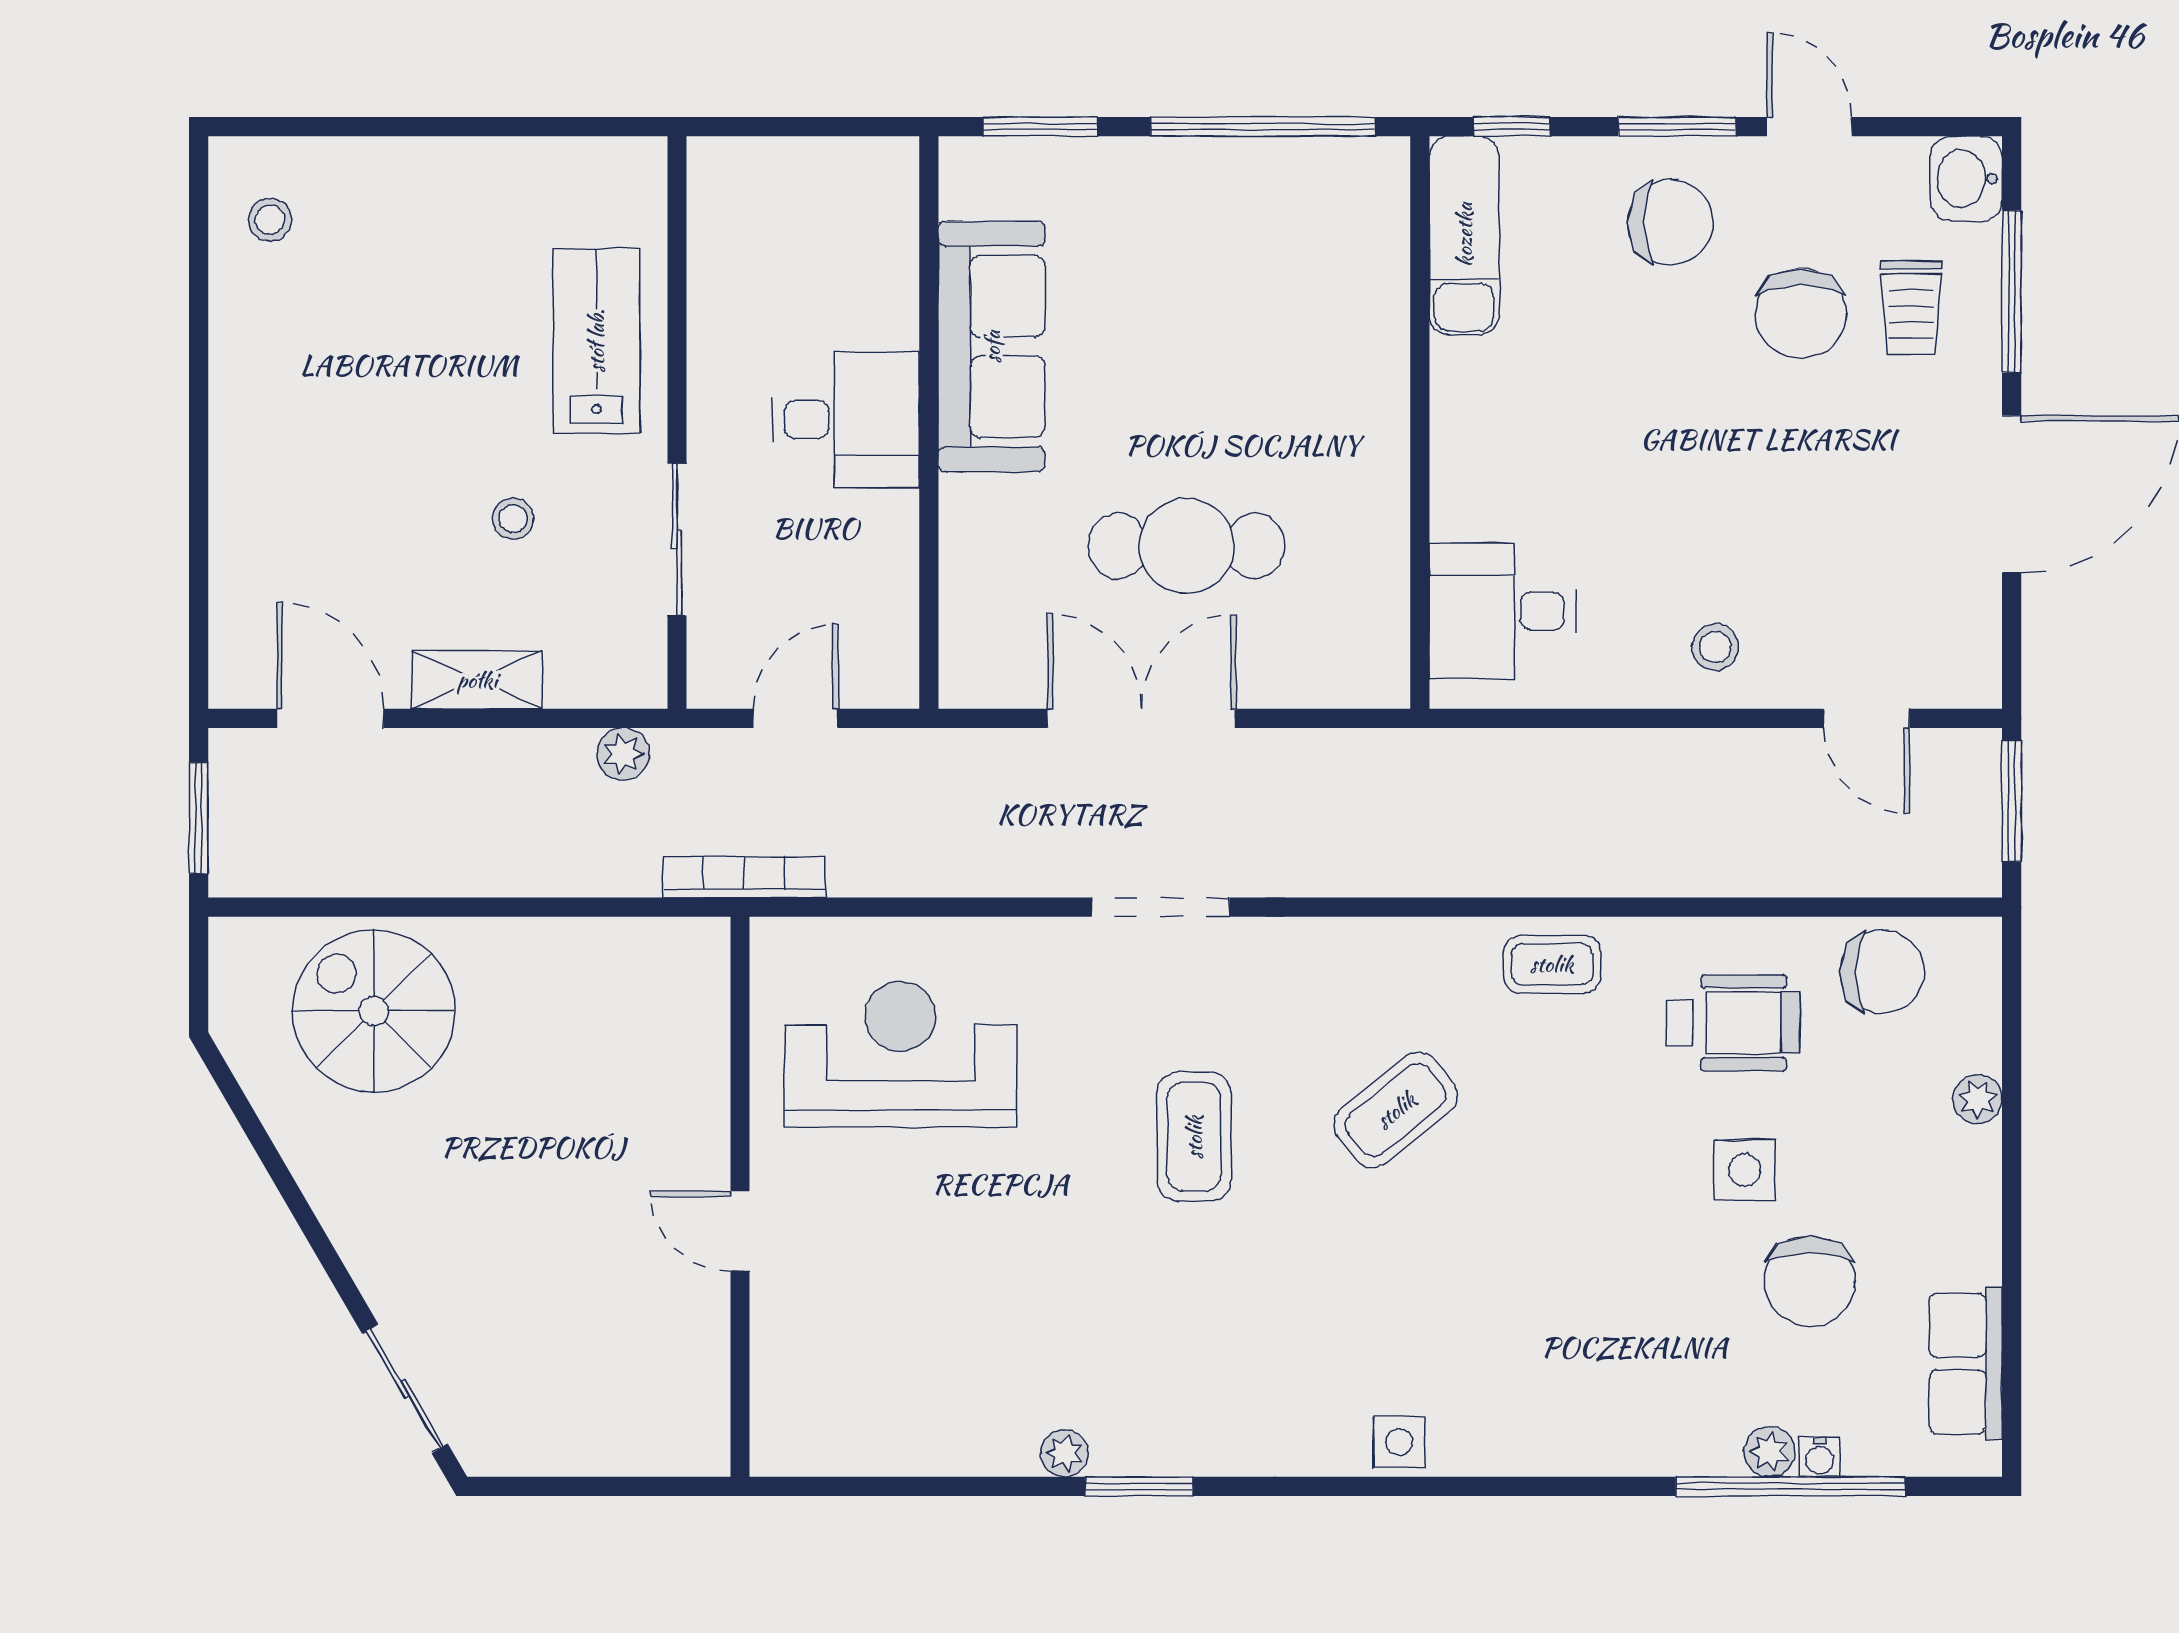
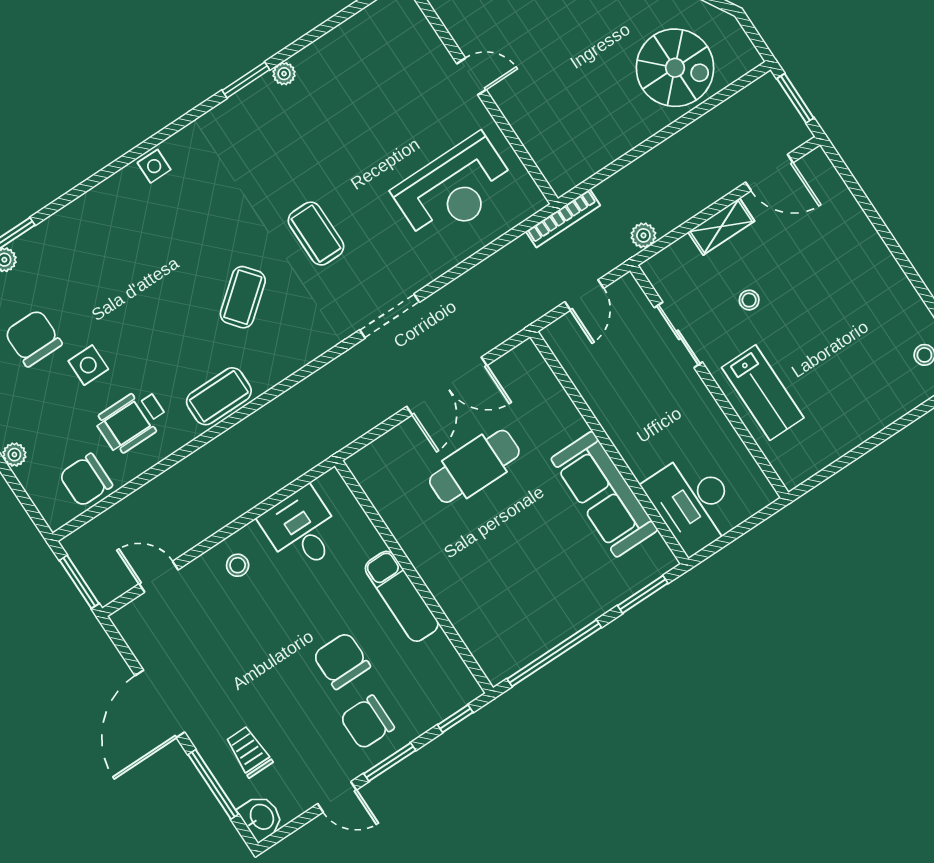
exam couch: (1464, 235) -> (402, 596), moved
chair: (1801, 313) -> (342, 661), moved
desk: (846, 420) -> (693, 503), moved, width x1.37
desk: (1503, 611) -> (302, 529), moved, turned -90
coffee table: (1552, 964) -> (219, 396), width x1.36, depth x1.30

